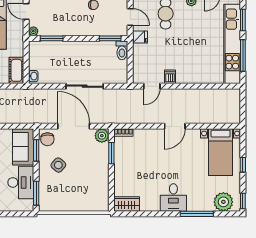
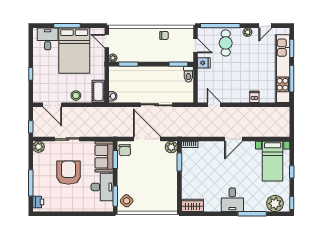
dishwasher: (170, 77) -> (254, 97), moved
door: (152, 86) -> (214, 105), swing flipped
side table: (58, 165) -> (127, 201), moved

